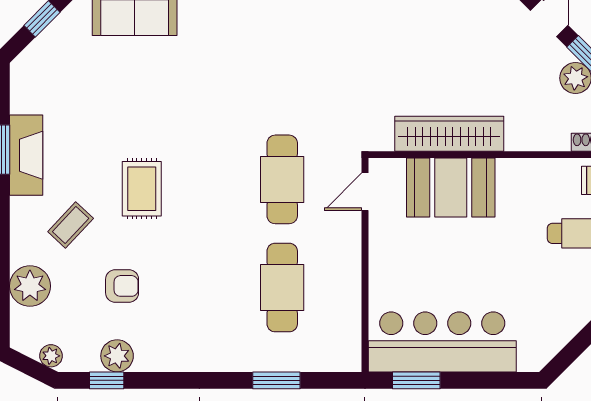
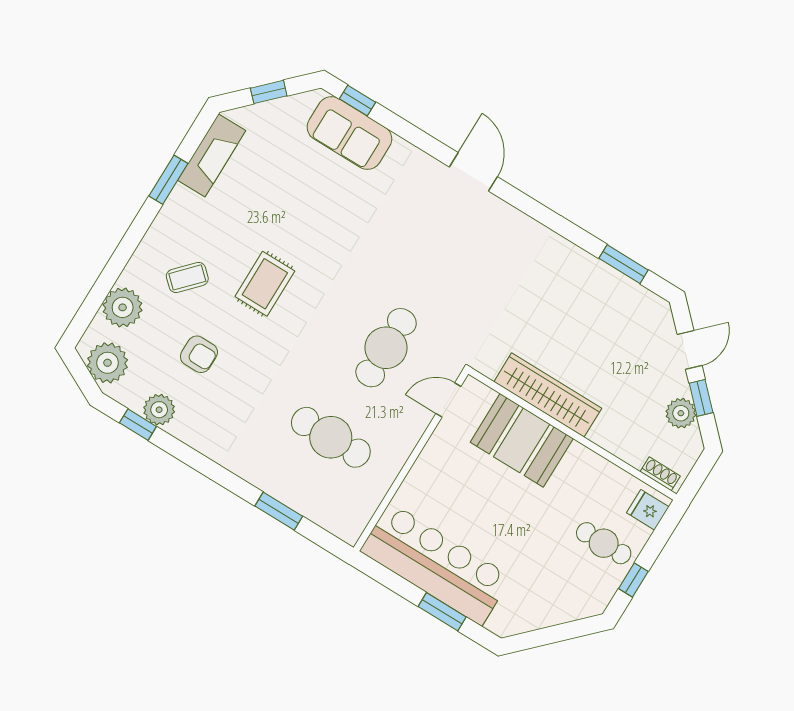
fireplace: (26, 155) -> (212, 155), moved
cafe table: (282, 288) -> (331, 437), turned 90
plant: (51, 356) -> (108, 363), width x1.88, depth x1.88
window: (416, 380) -> (442, 612), moved

